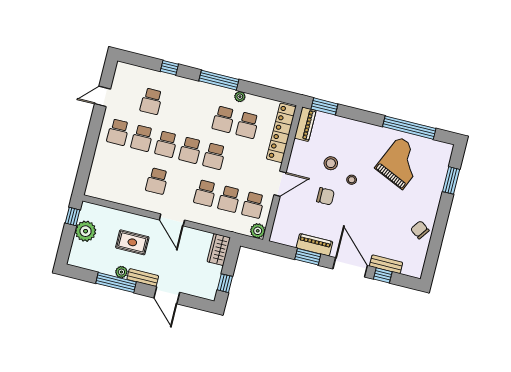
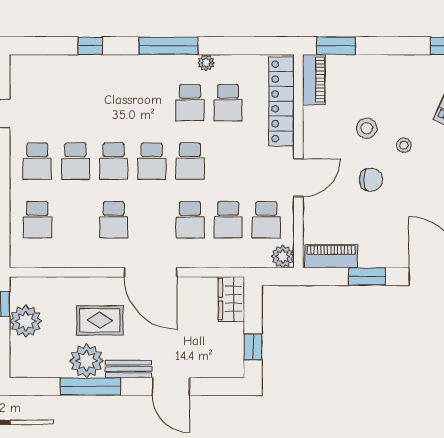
school desk: (151, 101) -> (37, 220), moved
door: (172, 220) -> (150, 272), width x1.36
piano: (314, 245) -> (331, 256), moved
plant: (121, 272) -> (87, 361), width x1.87, depth x1.87

